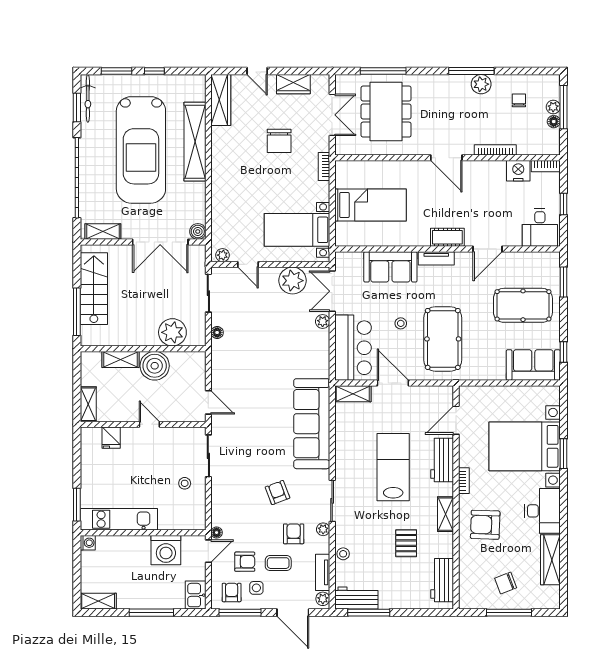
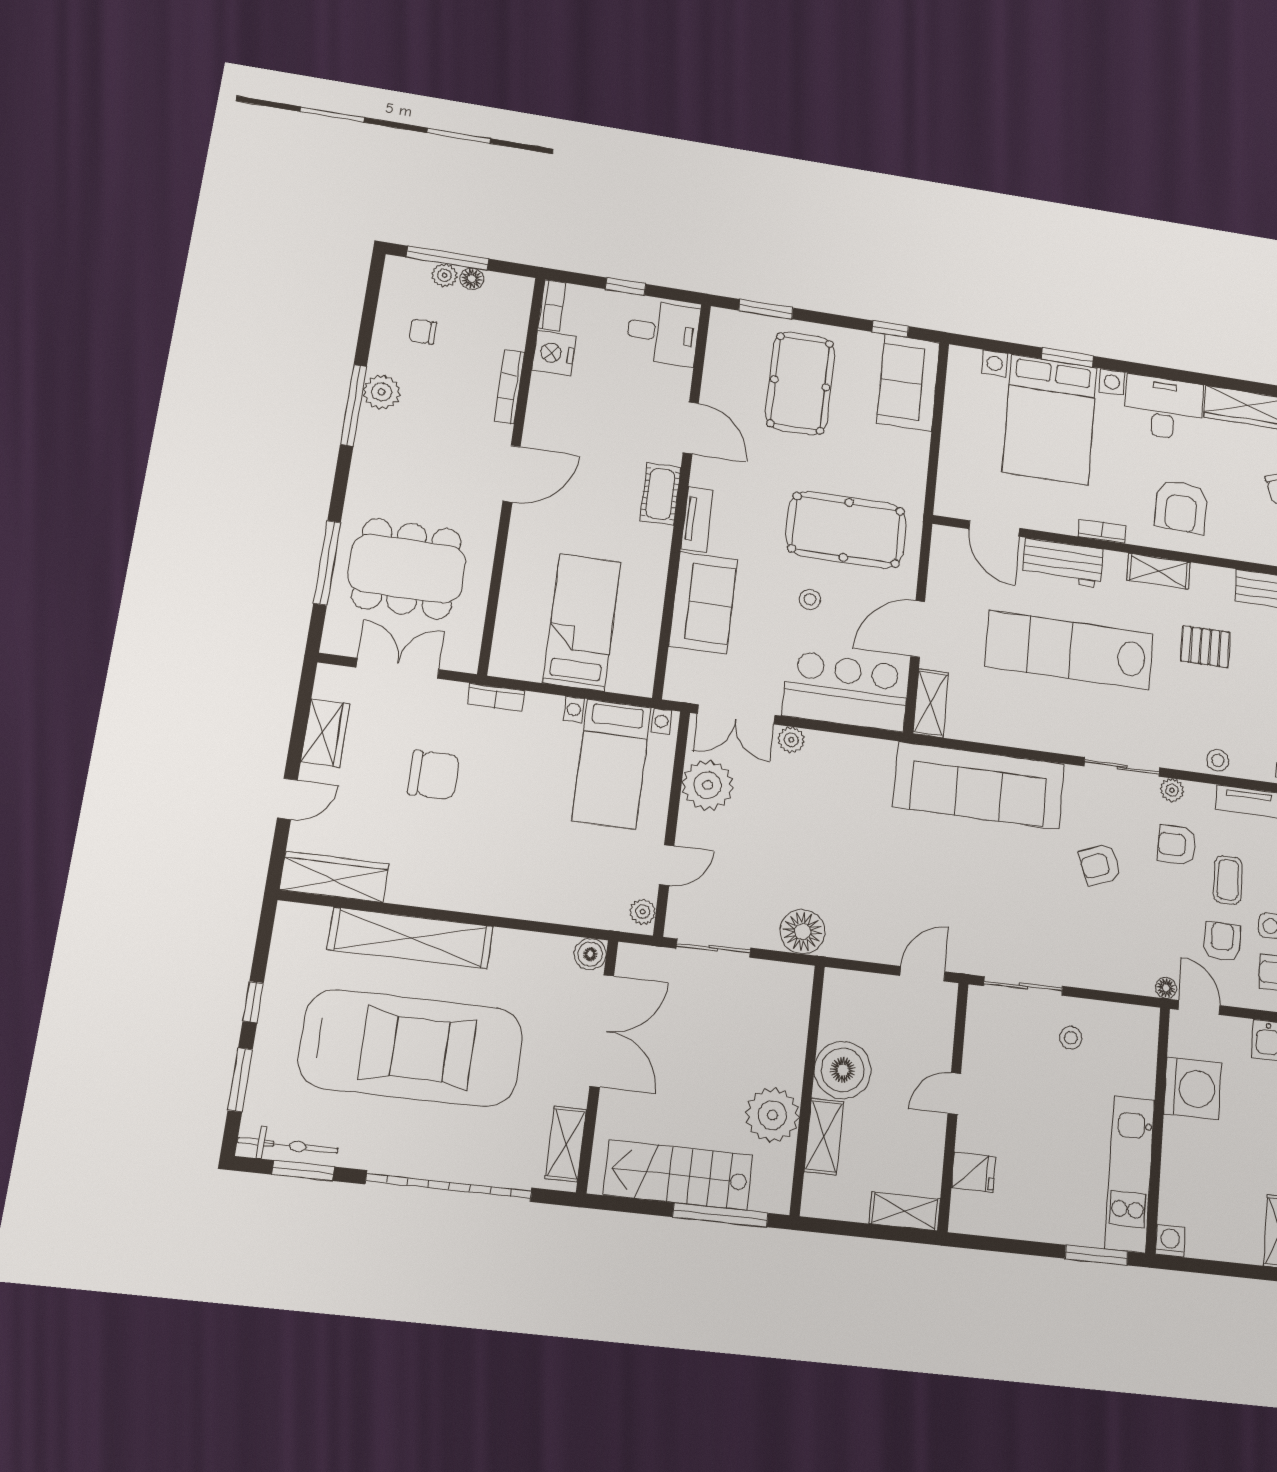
plant: (172, 332) -> (772, 1115), moved
floor lamp: (217, 332) -> (803, 931), width x1.89, depth x1.89
lab bench: (393, 467) -> (1069, 650), width x1.36

